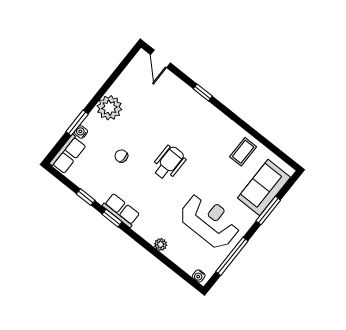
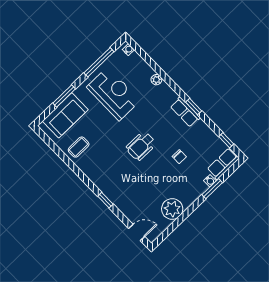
door: (160, 59) -> (137, 232), hinge flipped
plant: (109, 108) -> (172, 209), moved
window: (86, 197) -> (226, 140), moved
reception desk: (210, 221) -> (113, 94), turned 180

